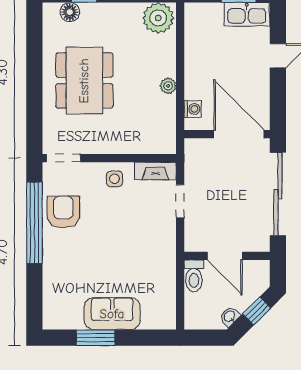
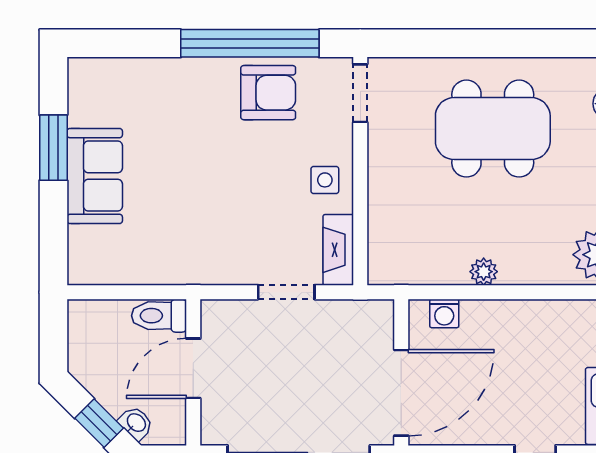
washbasin: (230, 316) -> (136, 423), moved

